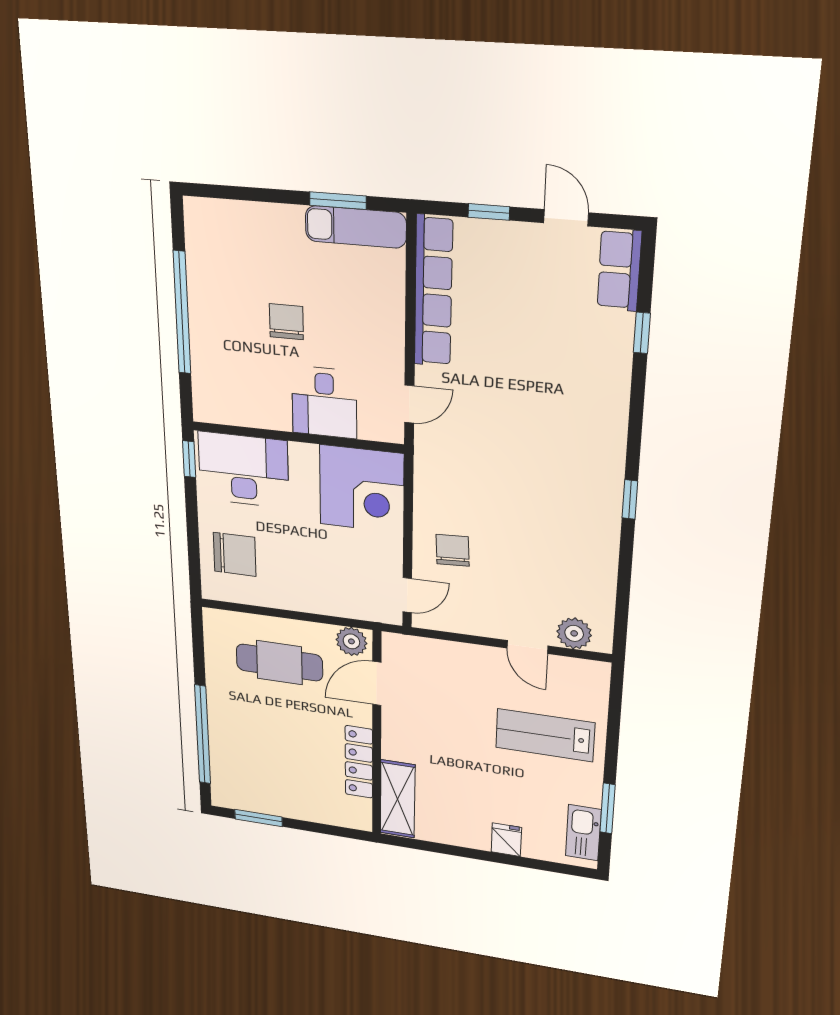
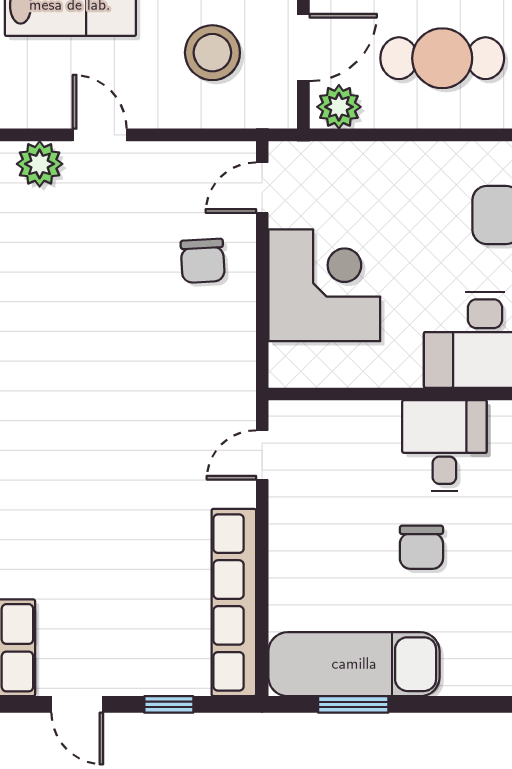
exam couch: (356, 227) -> (354, 664), width x1.36, depth x1.45
desk: (324, 402) -> (444, 446), moved
corner desk: (362, 489) -> (324, 285), moved, turned 90
stool: (442, 689) -> (212, 53), added

